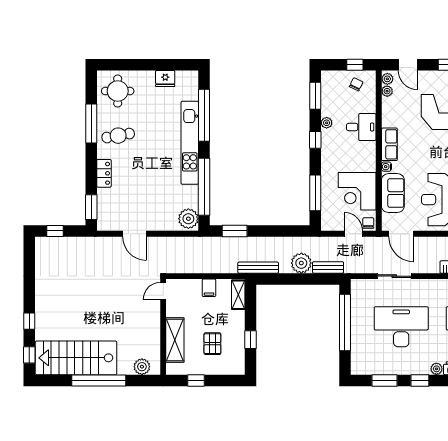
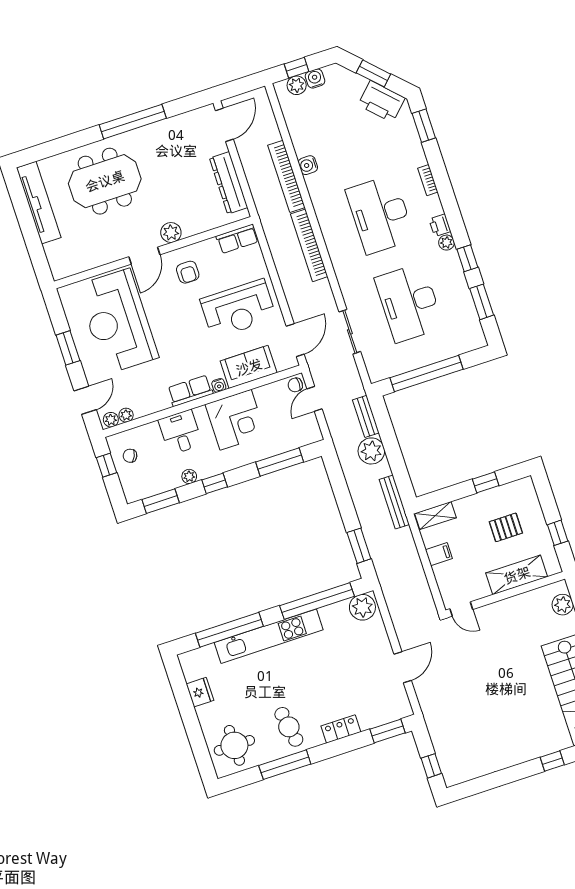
corner desk: (357, 191) -> (236, 420), moved

